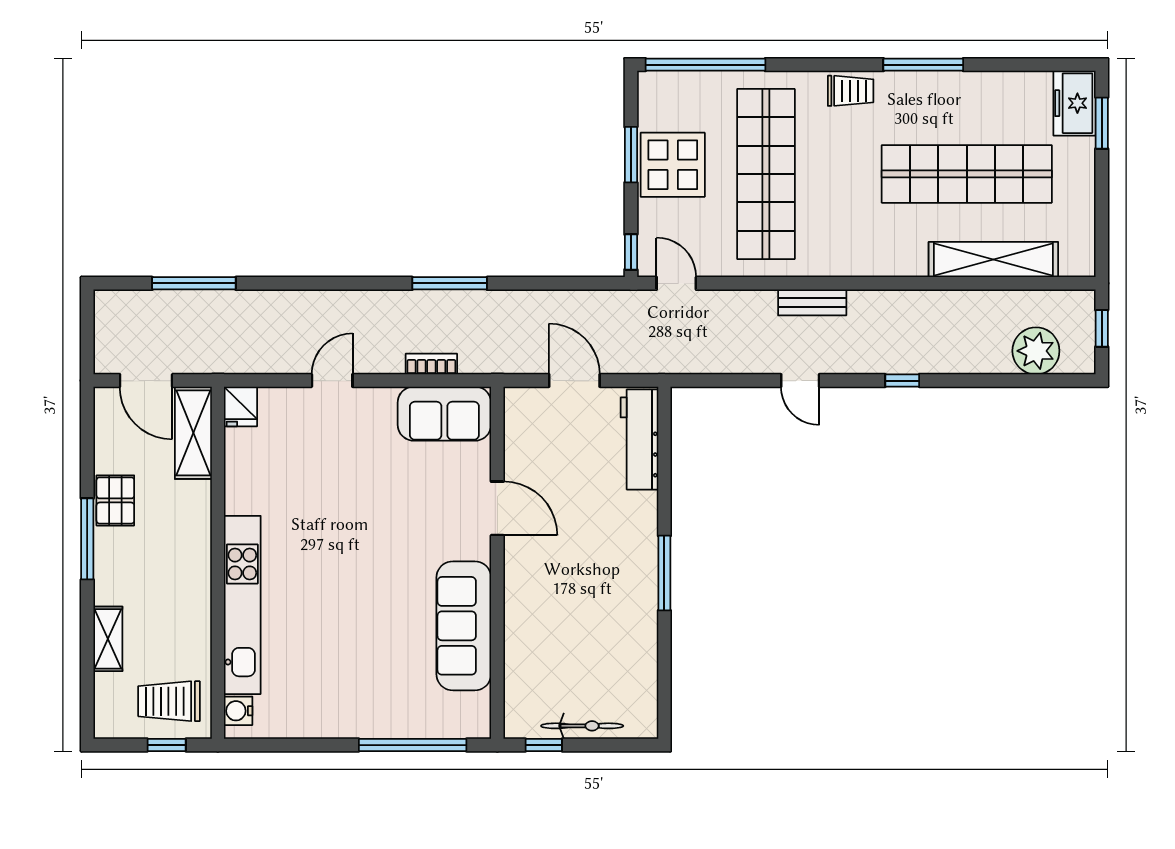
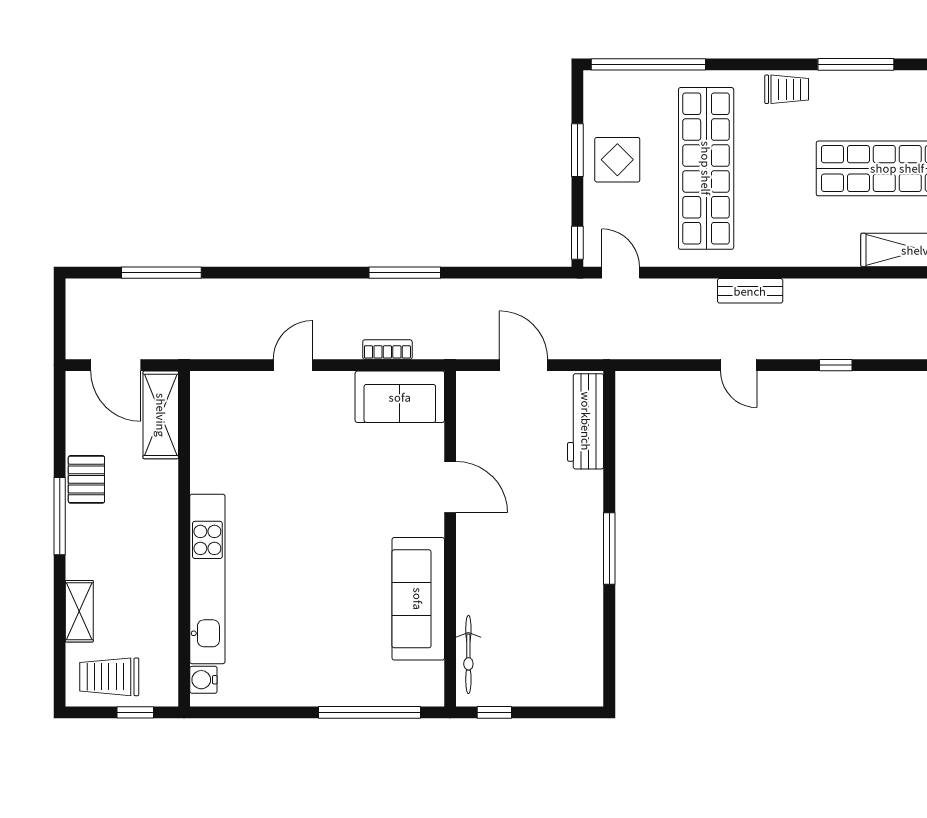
display table: (673, 165) -> (617, 160), width x0.73, depth x0.73
fridge: (241, 406) -> (206, 390), removed
trolley: (169, 701) -> (109, 677), moved
bicycle: (582, 726) -> (468, 654), moved, turned 90

